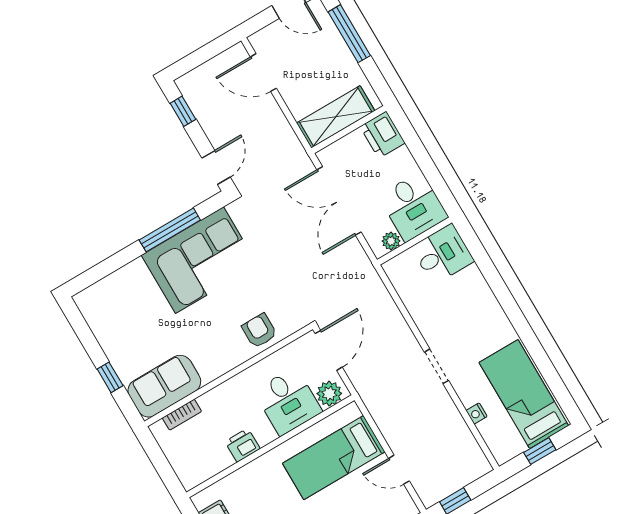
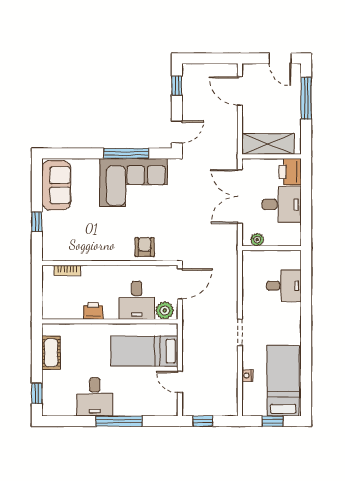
desk: (413, 207) -> (282, 204), moved, turned -90
desk: (443, 254) -> (284, 286), moved
sofa: (164, 386) -> (56, 185), moved, turned 90

